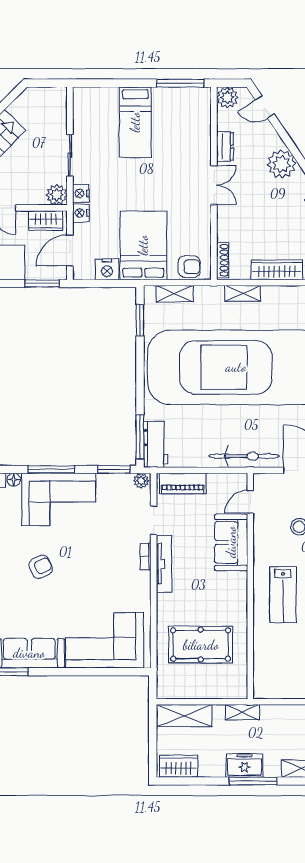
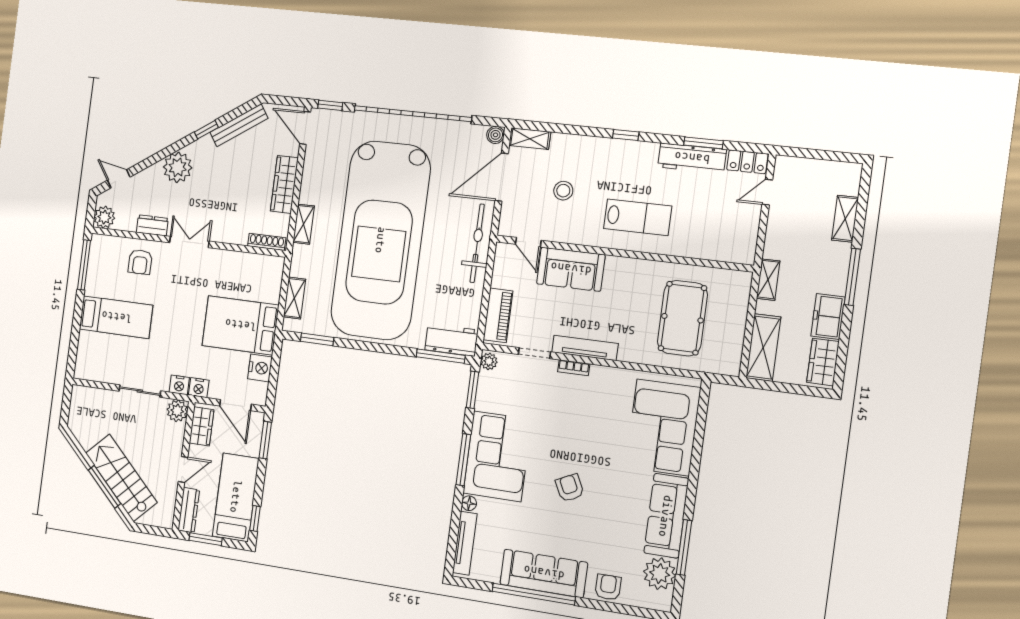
door: (265, 107) -> (119, 179), swing flipped
armchair: (189, 267) -> (140, 262), moved, turned 180
freezer: (244, 765) -> (828, 317), moved

